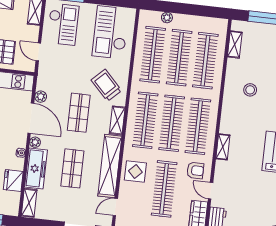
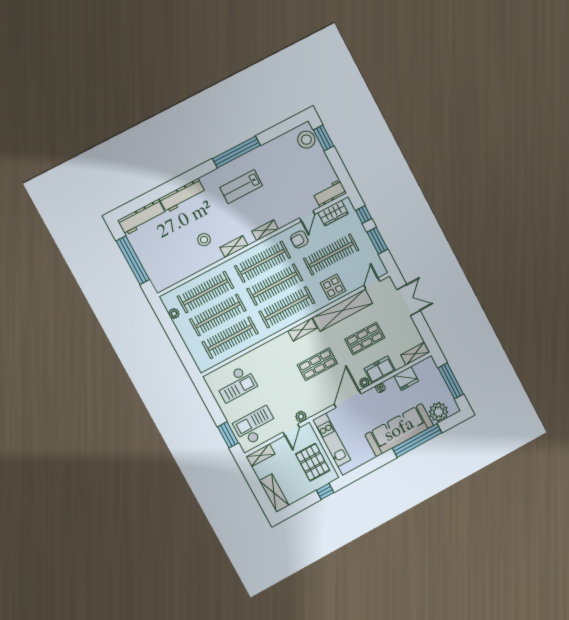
plant: (167, 18) -> (174, 314), moved
checkout: (111, 32) -> (236, 384), width x0.73, depth x0.83
shelving: (235, 44) -> (234, 247), moved
trolley: (106, 85) -> (280, 358), removed
plant: (41, 97) -> (301, 417), moved
freezer: (36, 169) -> (380, 370), width x0.71
armchair: (195, 170) -> (299, 240), turned -90
door: (115, 207) -> (372, 283), swing flipped

